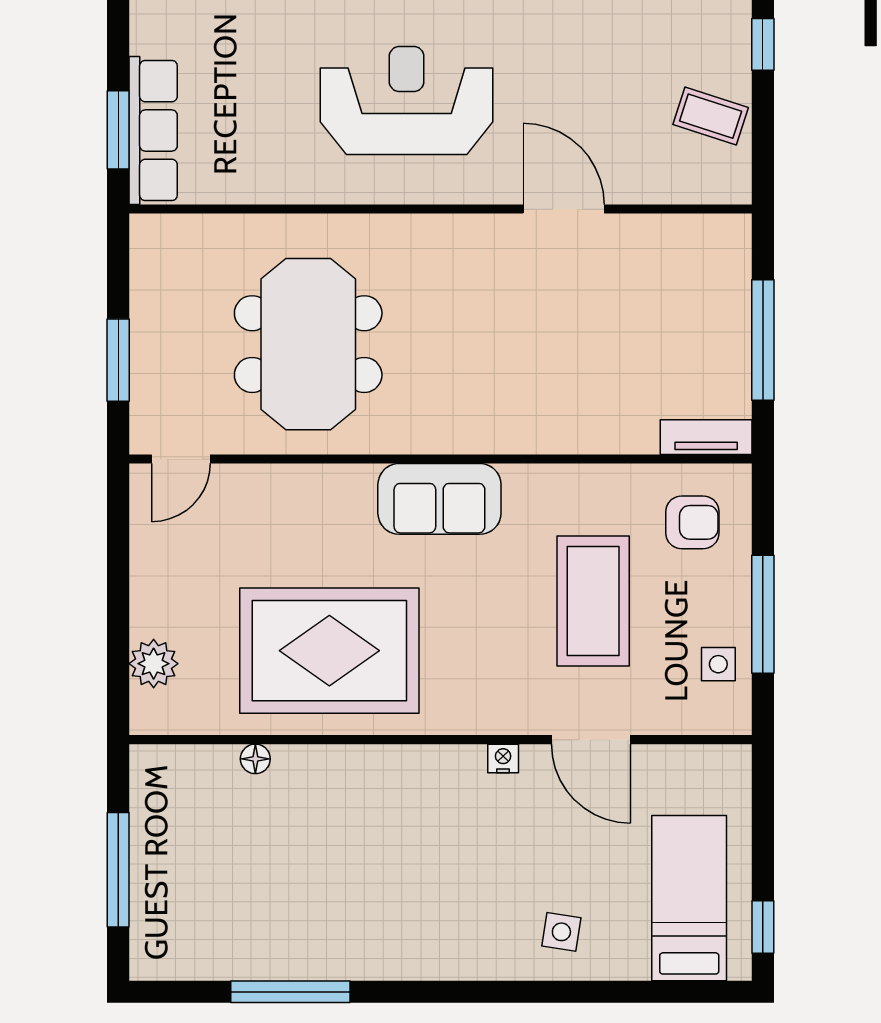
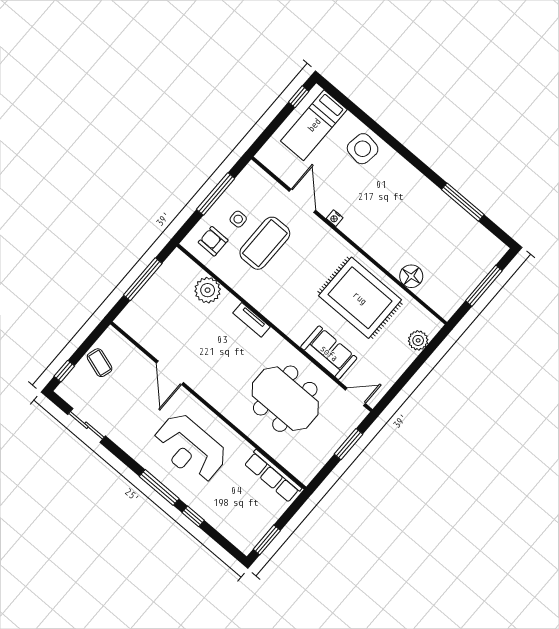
window: (118, 130) -> (267, 540), moved
row of seats: (153, 130) -> (273, 476), moved, turned -90
meeting table: (308, 344) -> (285, 399), turned 90
plant: (625, 423) -> (208, 290), added
tv unit: (706, 437) -> (252, 320), moved
sofa: (439, 499) -> (329, 353), moved
side table: (718, 664) -> (238, 219), moved
floor lamp: (255, 759) -> (411, 276), width x1.89, depth x1.89
side table: (561, 932) -> (363, 149), width x1.87, depth x1.87

